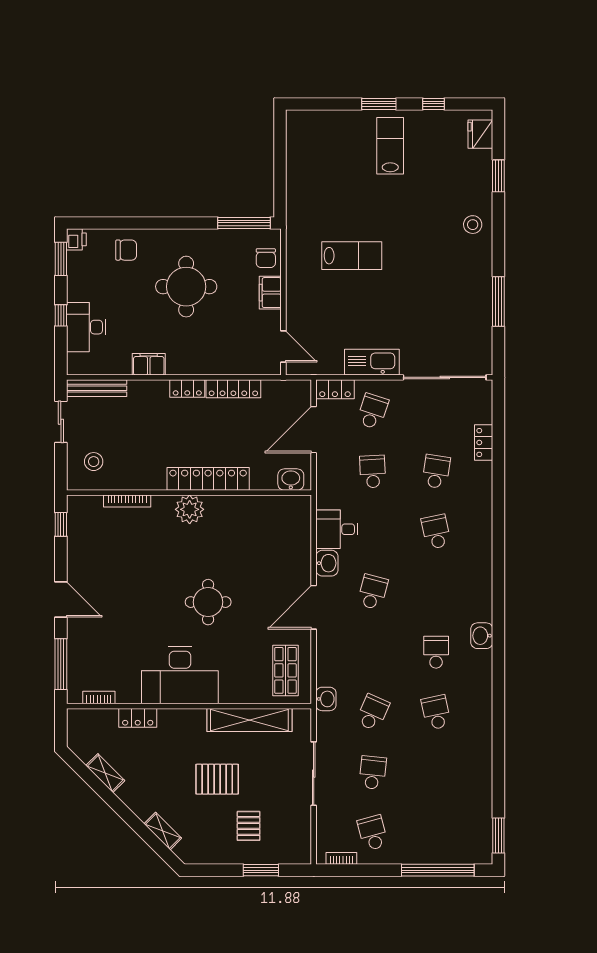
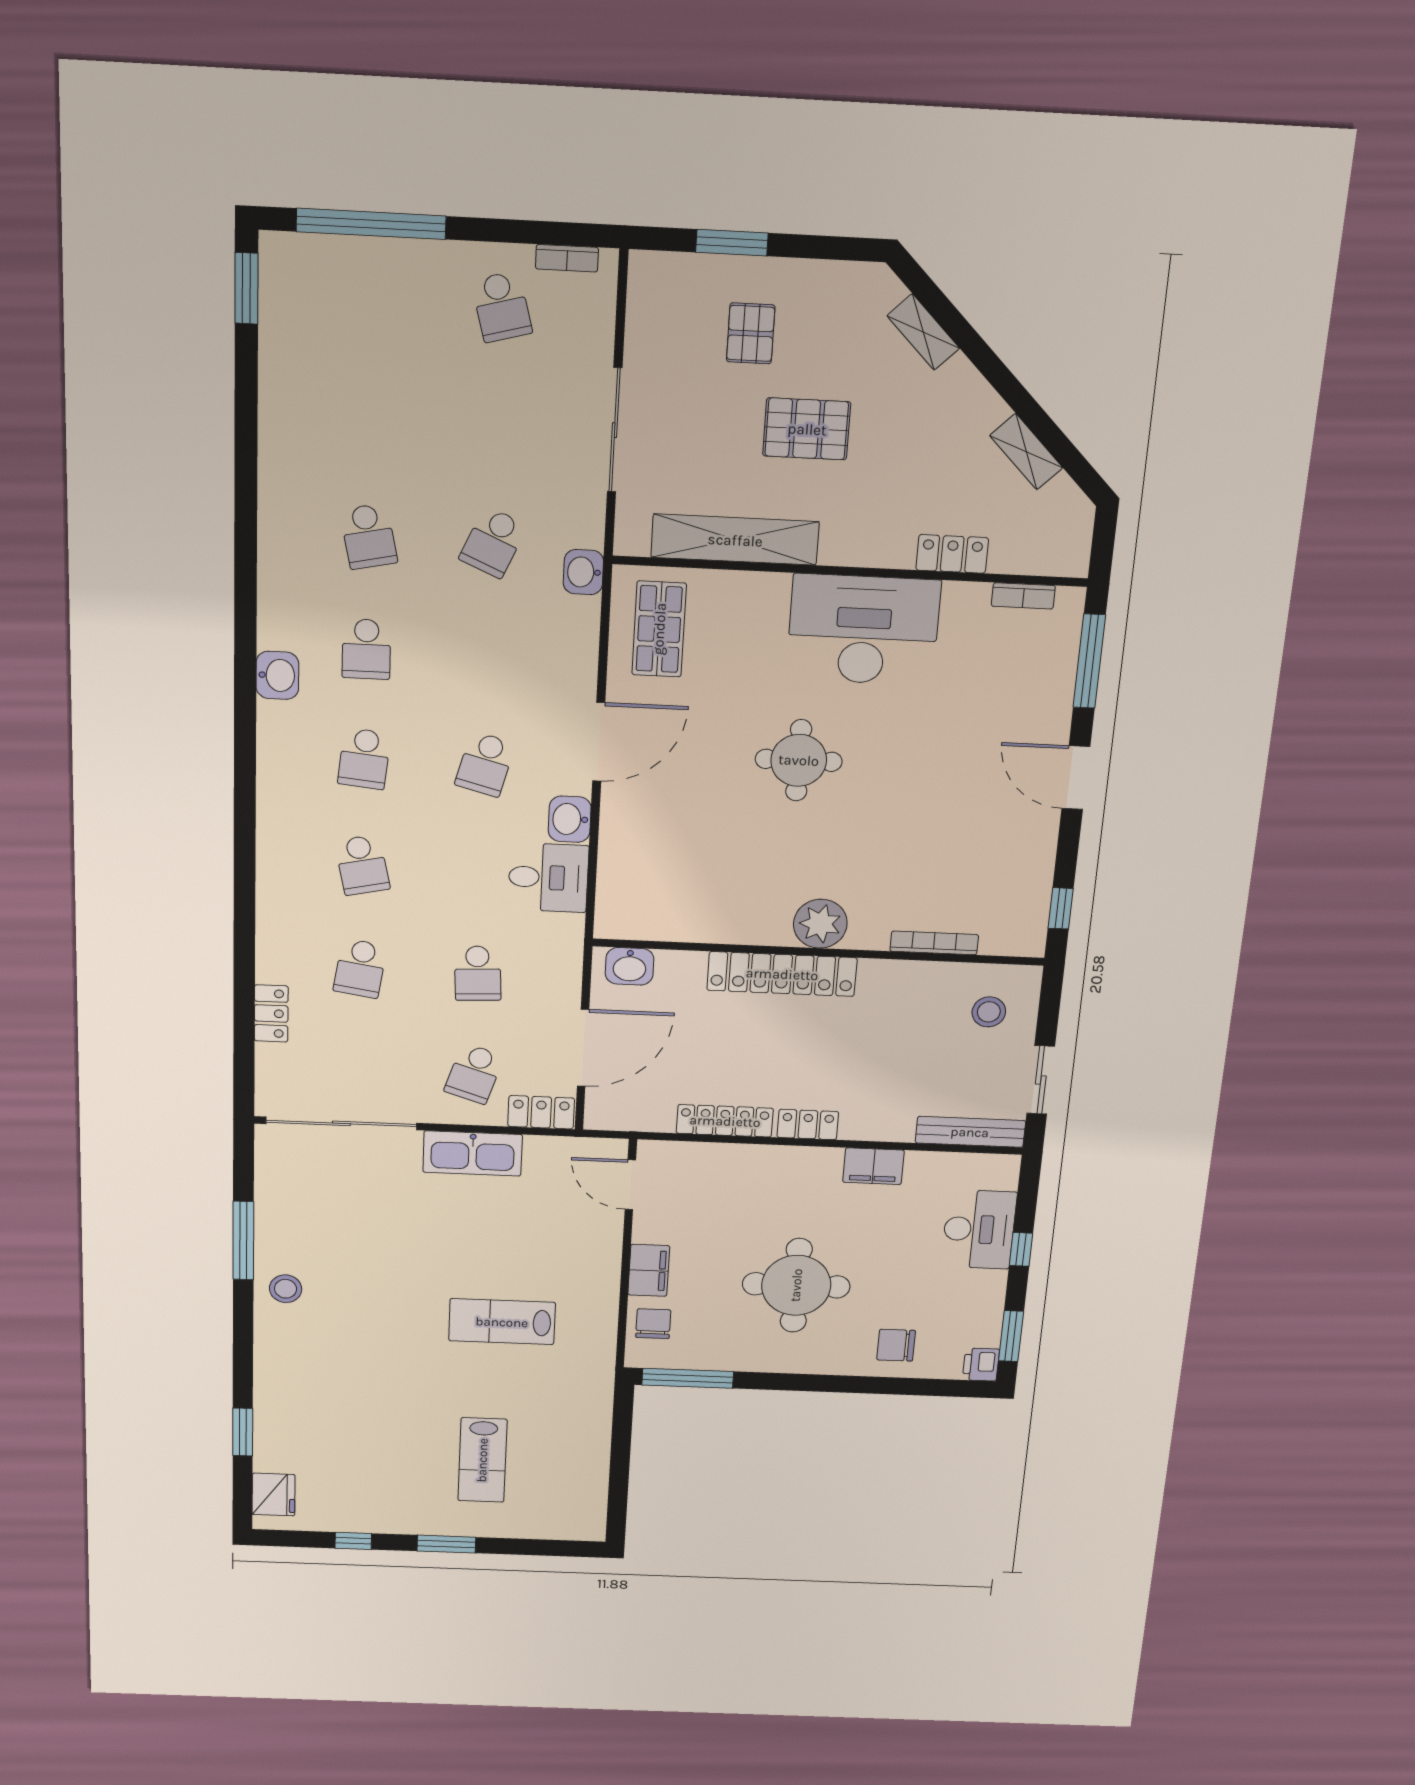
lab bench: (390, 146) -> (482, 1460), moved
stool: (473, 225) -> (286, 1289), moved
school desk: (373, 773) -> (364, 759), moved

